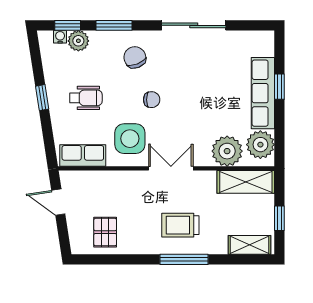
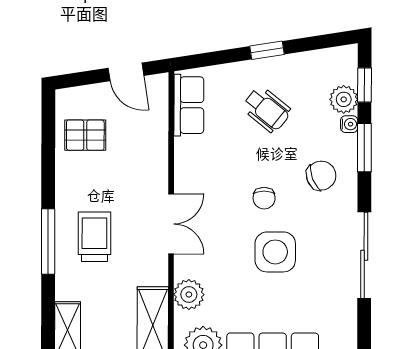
water cooler: (60, 37) -> (349, 124), moved
wheelchair: (86, 98) -> (267, 109), turned -51
side table: (130, 139) -> (275, 252), moved
plant: (227, 151) -> (189, 294), width x0.73, depth x0.73
door: (58, 202) -> (126, 72), swing flipped

